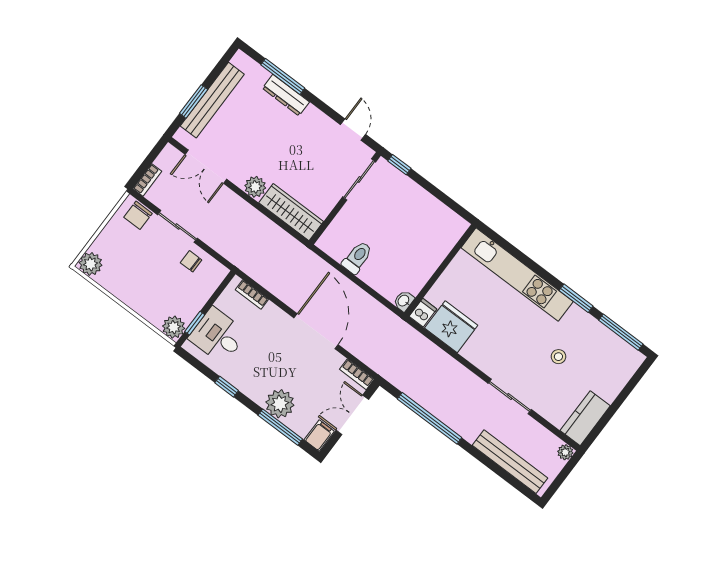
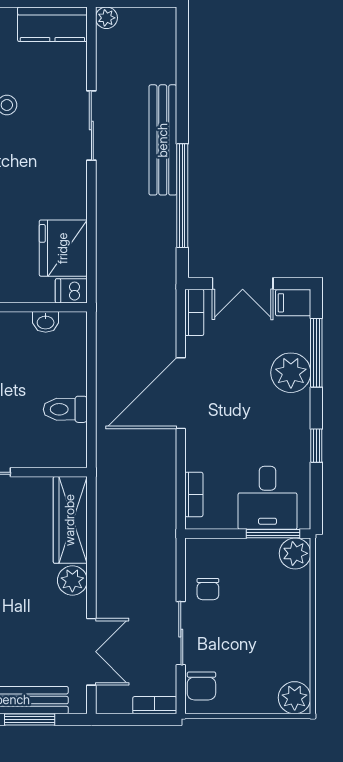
chair: (138, 215) -> (201, 686), turned 90
washbasin: (404, 301) -> (46, 322), moved
window: (195, 323) -> (273, 534), width x1.50
bench: (510, 462) -> (163, 140), moved

